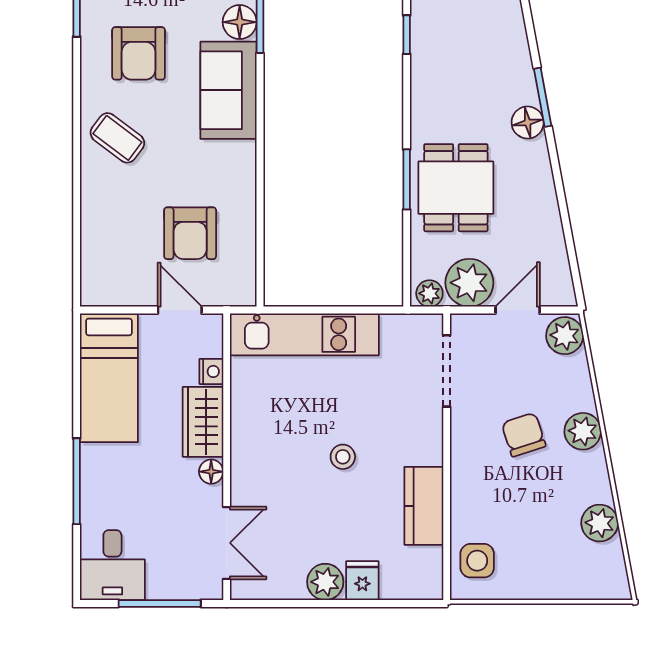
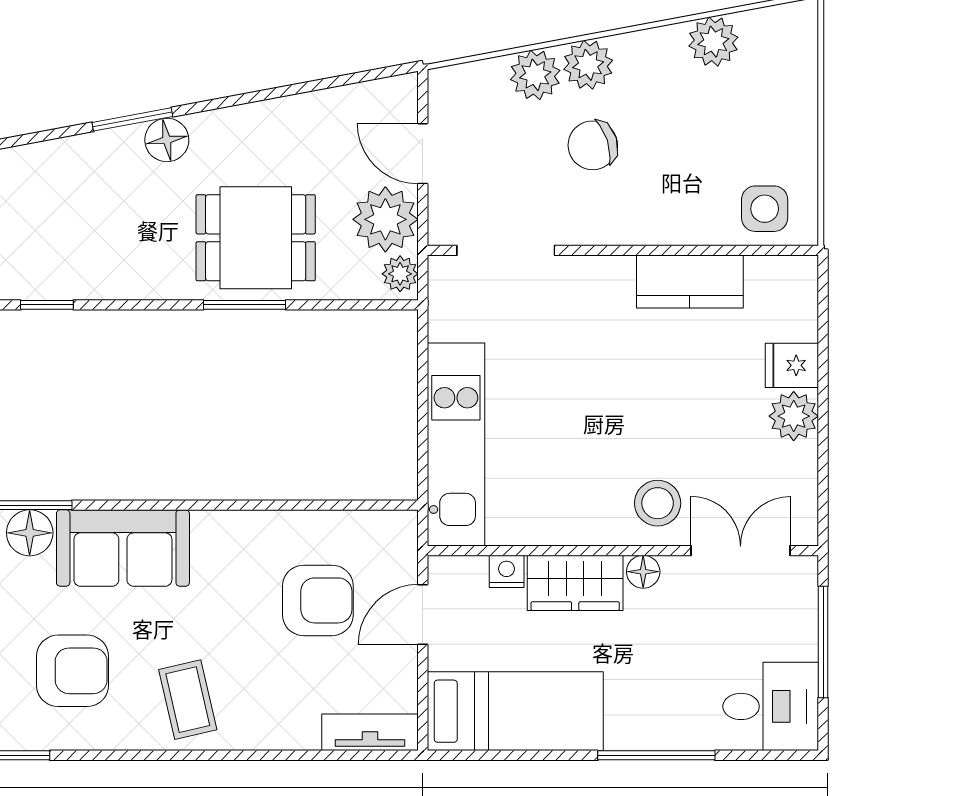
coffee table: (117, 138) -> (188, 700), turned -50
tv unit: (93, 271) -> (370, 732), added
plant: (565, 336) -> (535, 75), moved
stool: (343, 457) -> (658, 503), moved, width x1.37, depth x1.37

